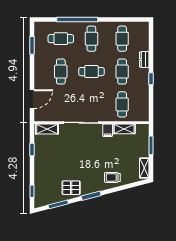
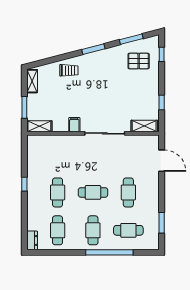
dresser: (144, 60) -> (32, 240), moved
door: (32, 99) -> (162, 161), swing flipped
cafe table: (122, 104) -> (58, 154), removed
shelving: (124, 129) -> (39, 126), moved
pallet: (71, 188) -> (139, 61), moved

